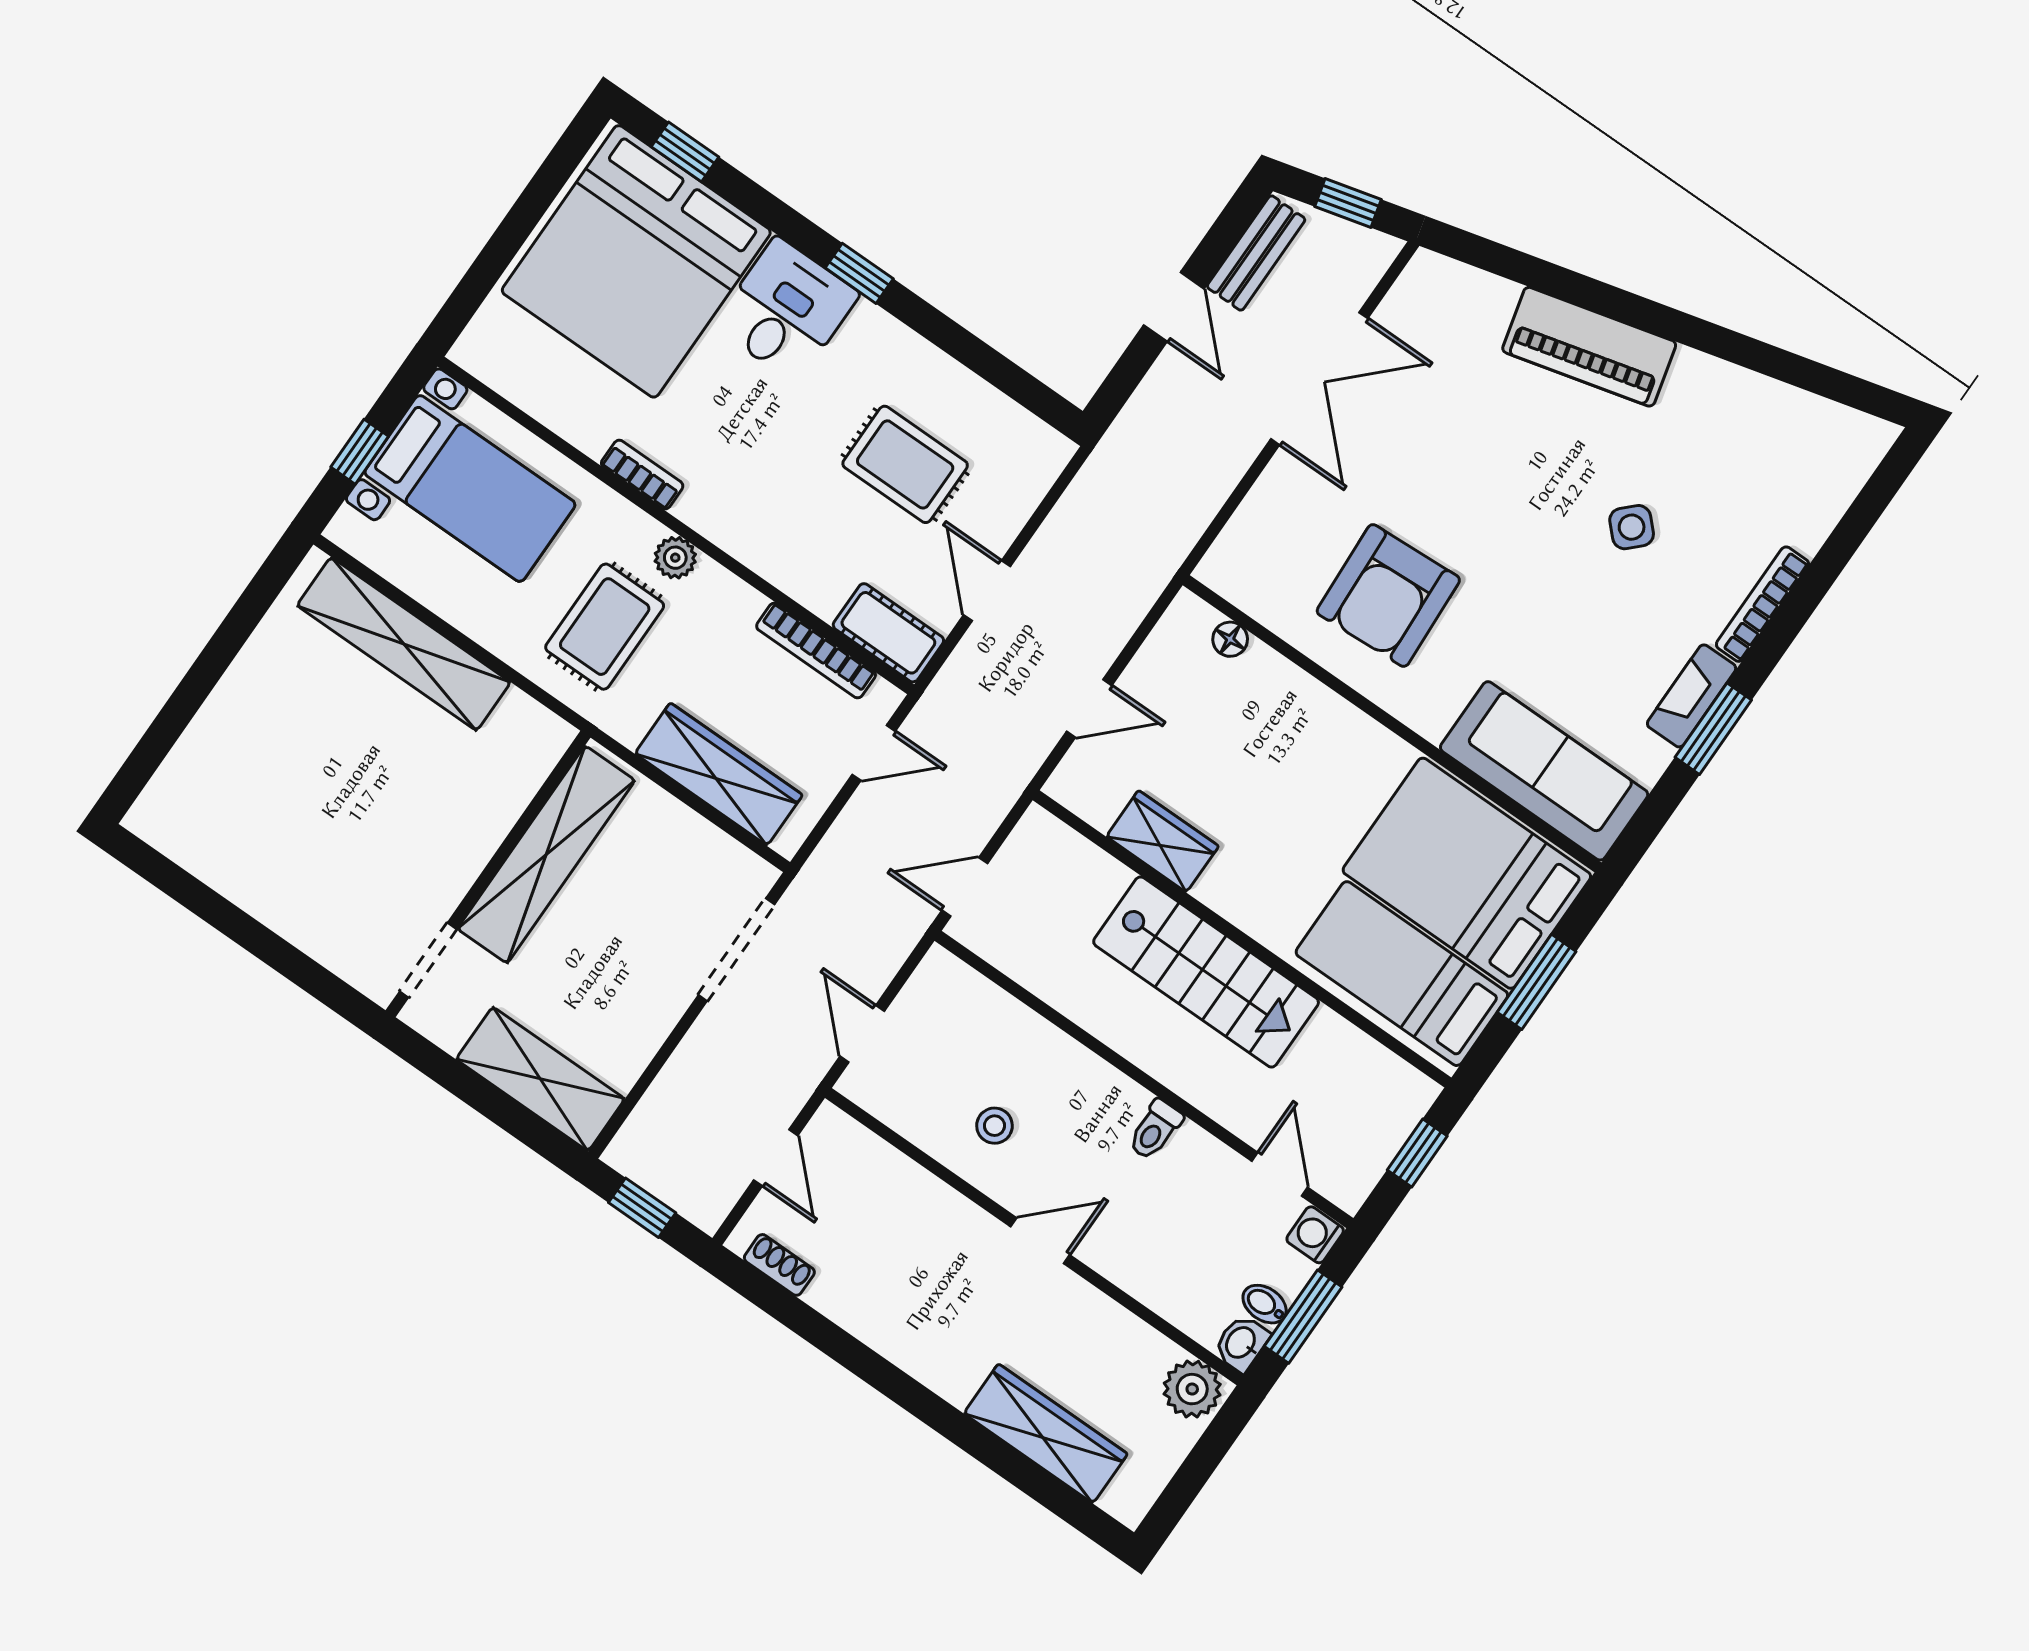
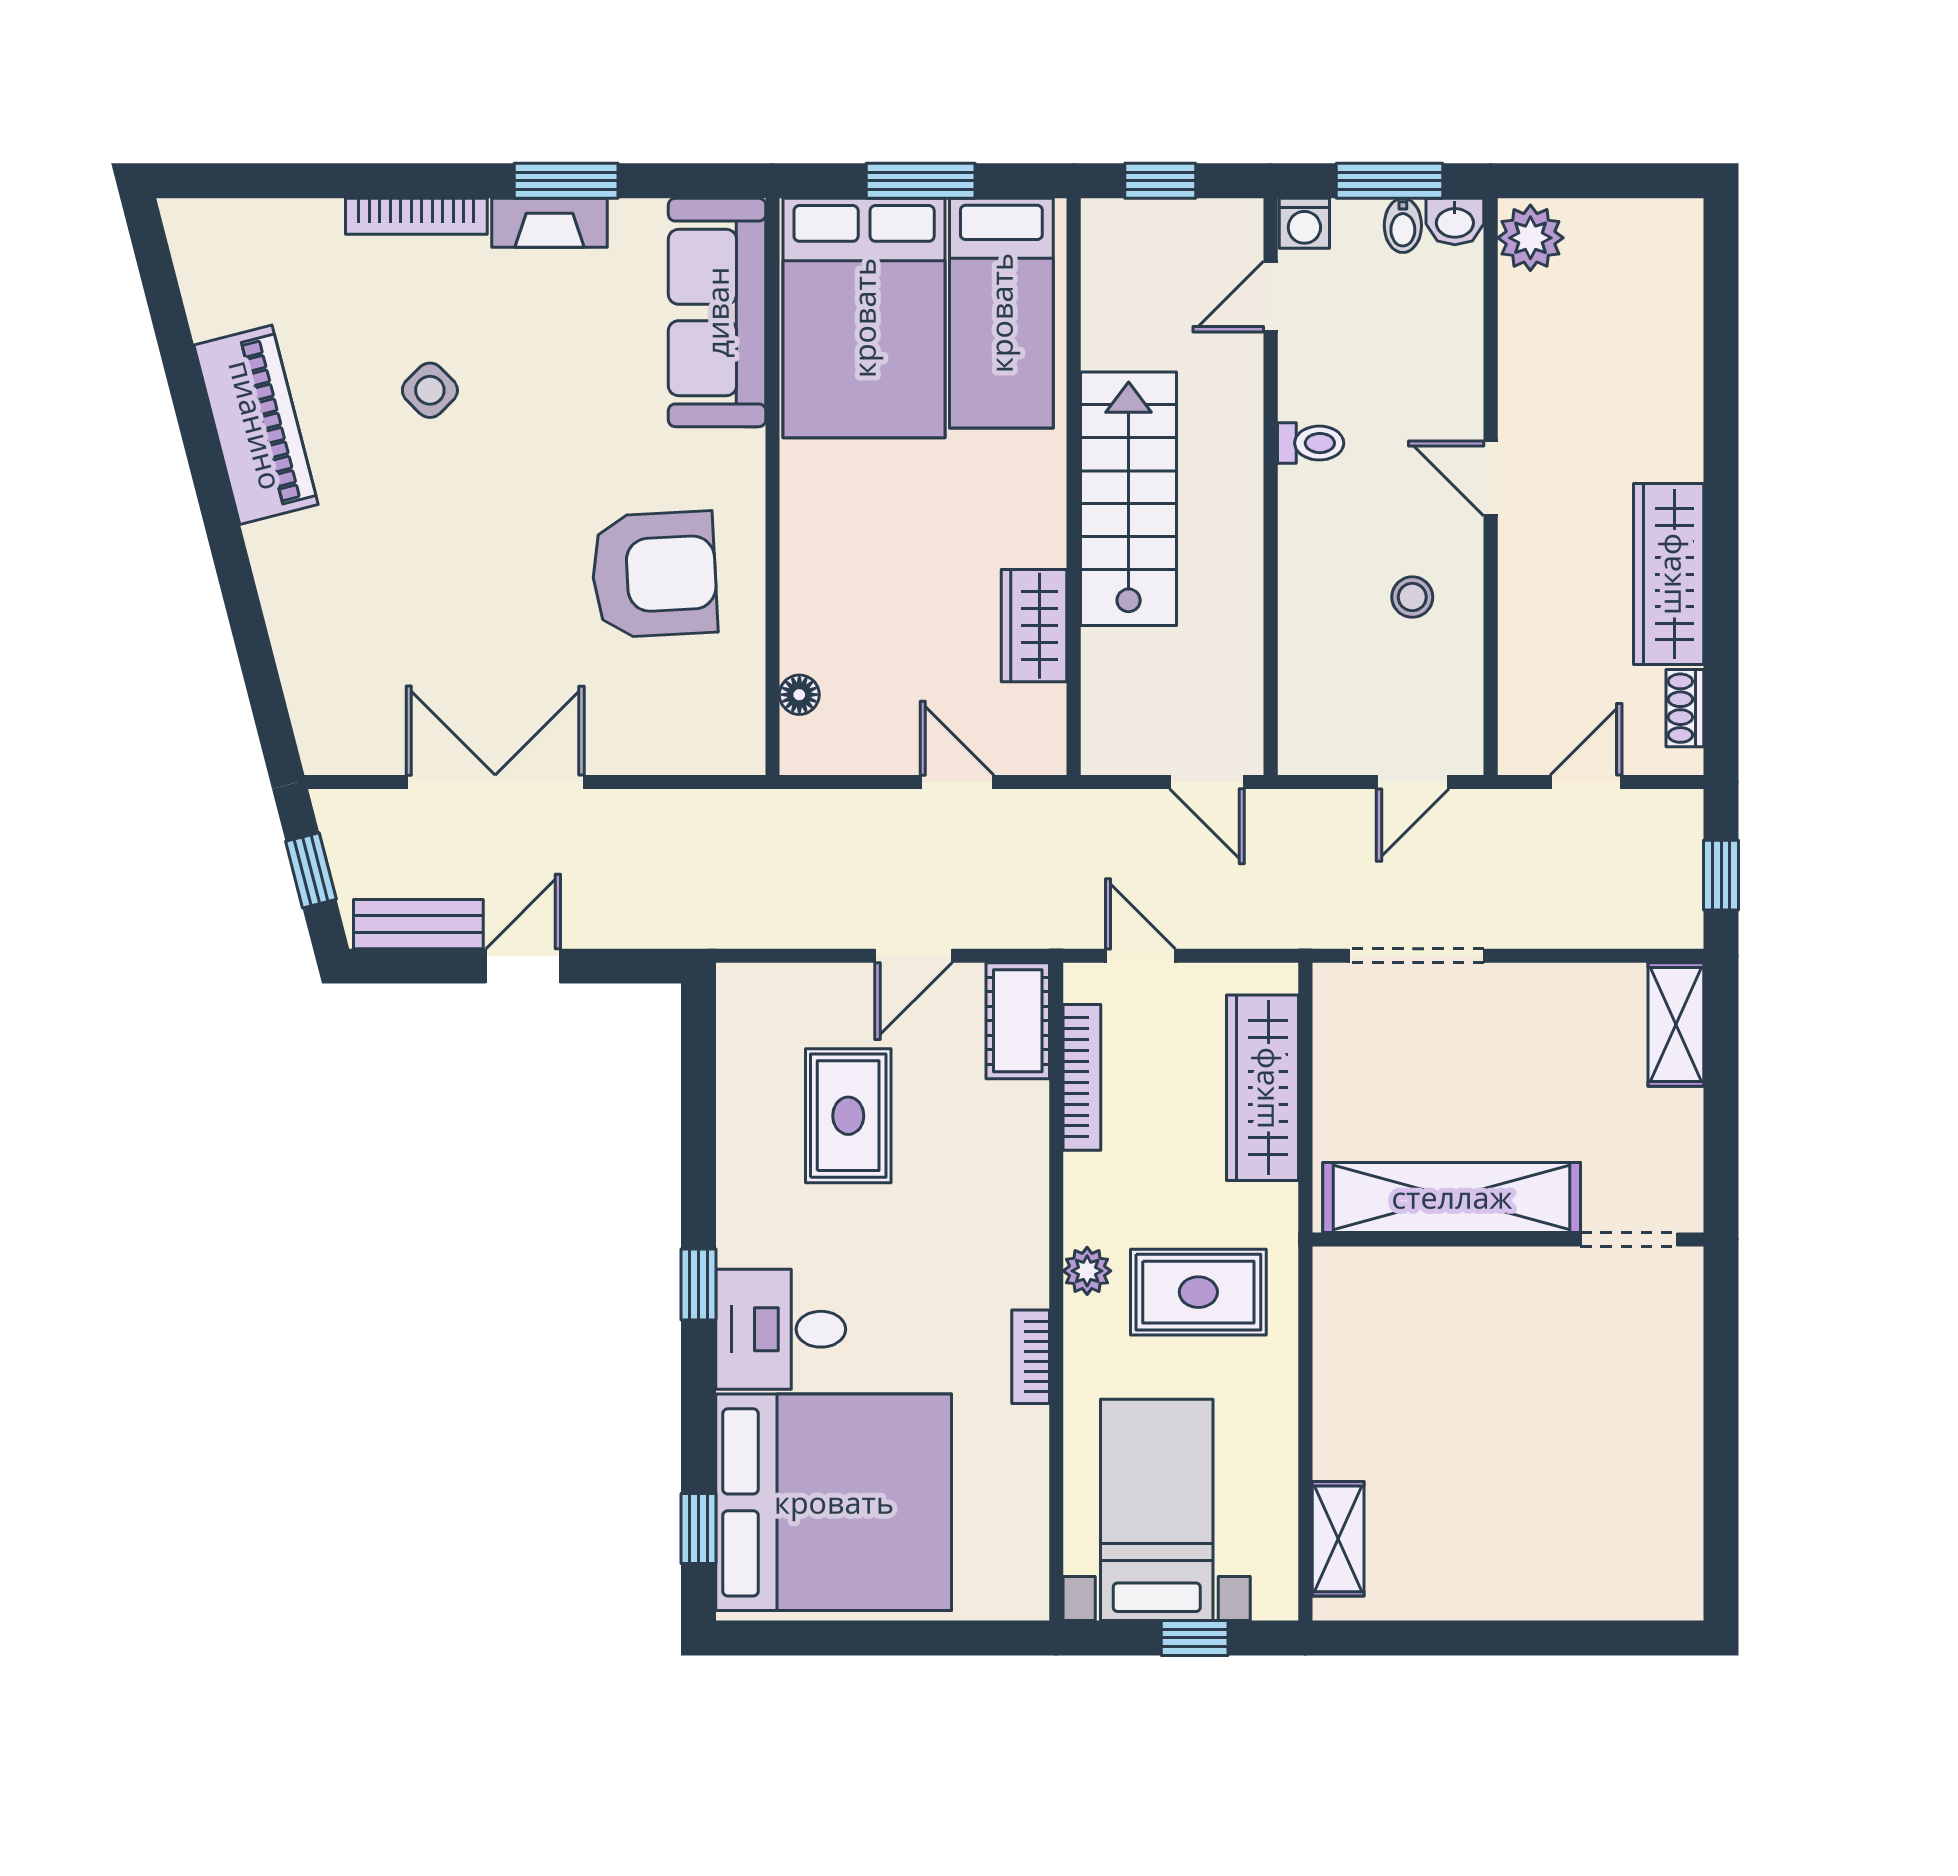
piano: (1589, 347) -> (256, 425), moved
shelving: (404, 644) -> (1338, 1539), width x0.45, depth x0.75
shelving: (540, 1079) -> (1676, 1024), width x0.67, depth x0.75
wardrobe: (1046, 1434) -> (1669, 574), moved

